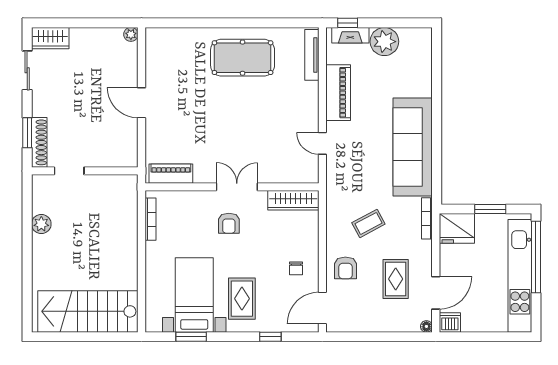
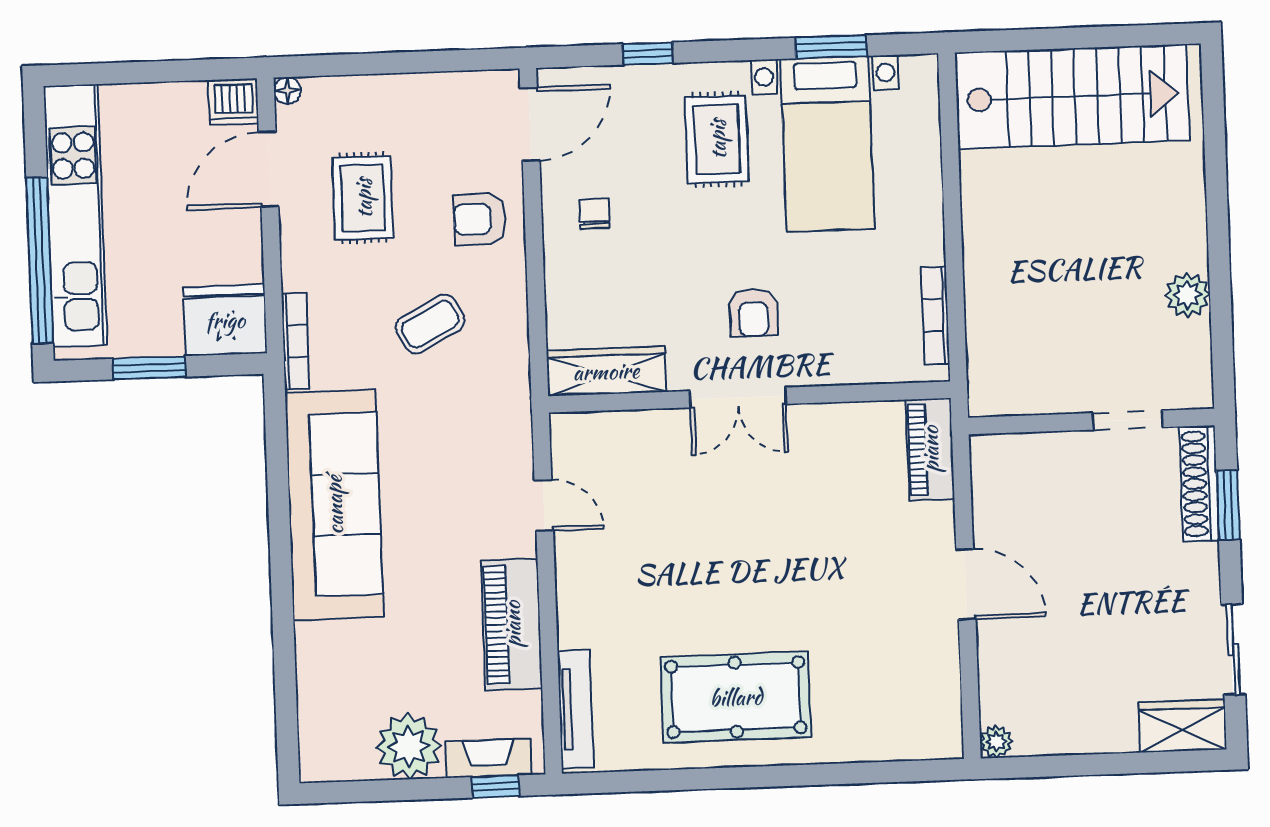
piano: (171, 174) -> (930, 449), moved, turned 90
armchair: (229, 223) -> (753, 313), turned 180
armchair: (345, 268) -> (480, 219), turned -90

